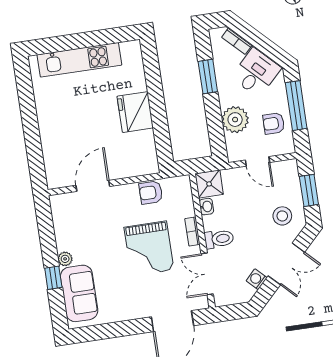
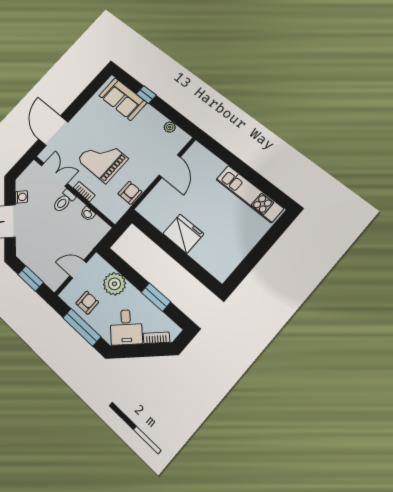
kitchen unit: (79, 60) -> (250, 194), moved, turned -90
shower: (209, 184) -> (98, 229), removed
stool: (282, 216) -> (35, 248), removed
plant: (65, 259) -> (170, 127), moved

